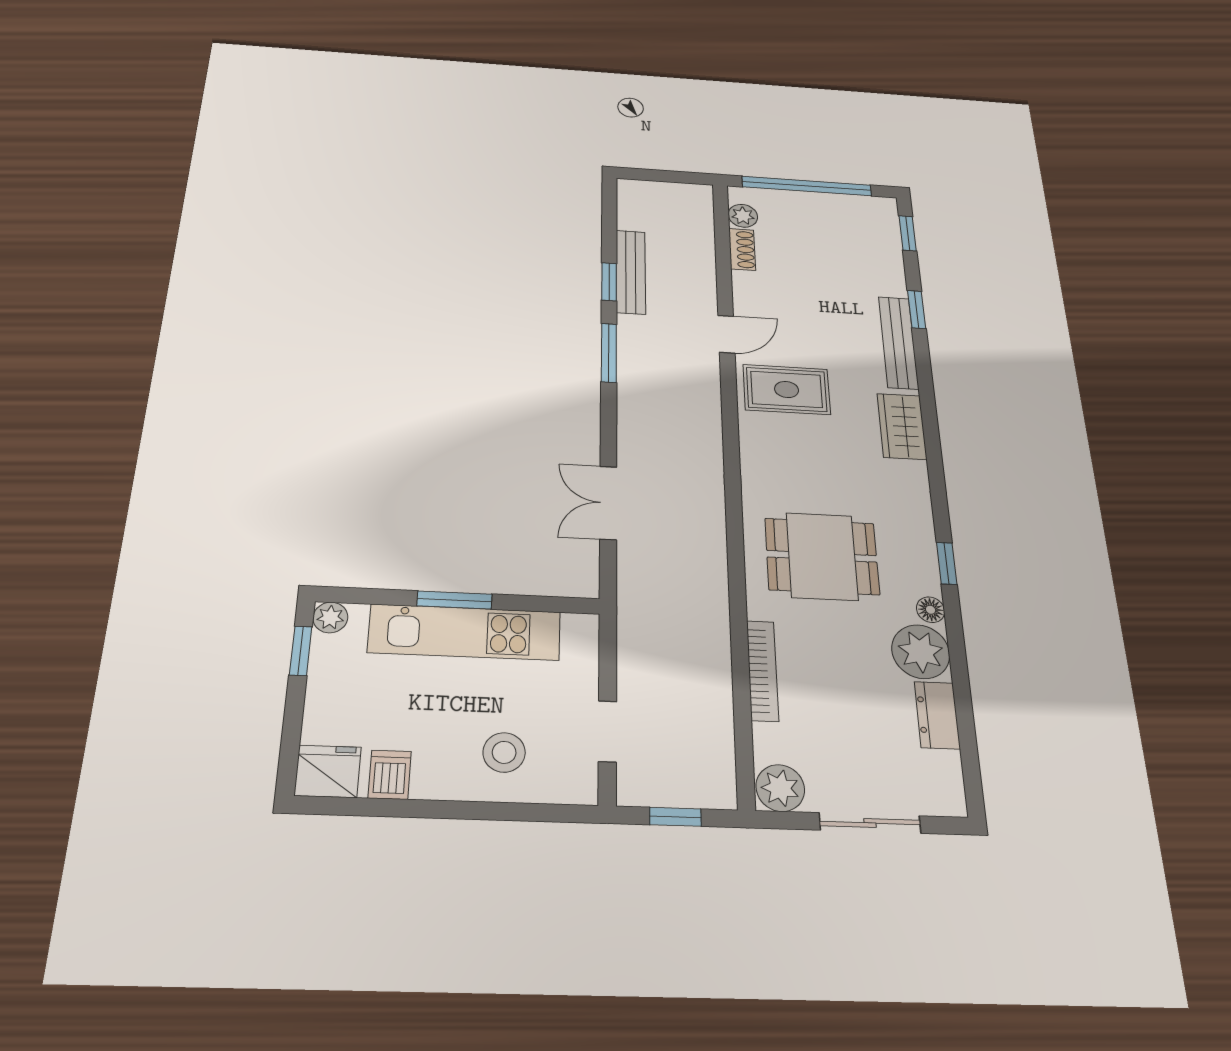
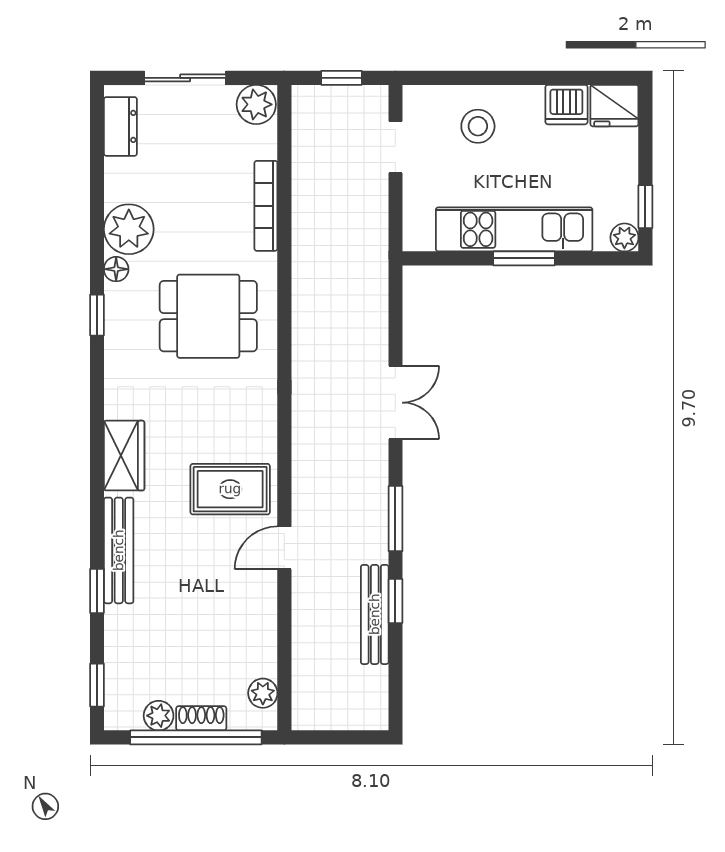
plant: (845, 205) -> (159, 716), added
shoe rack: (742, 249) -> (201, 718), moved, turned 90
double door: (608, 503) -> (395, 403), moved
dresser: (937, 715) -> (120, 126), moved
dishwasher: (390, 775) -> (566, 105), width x1.38

